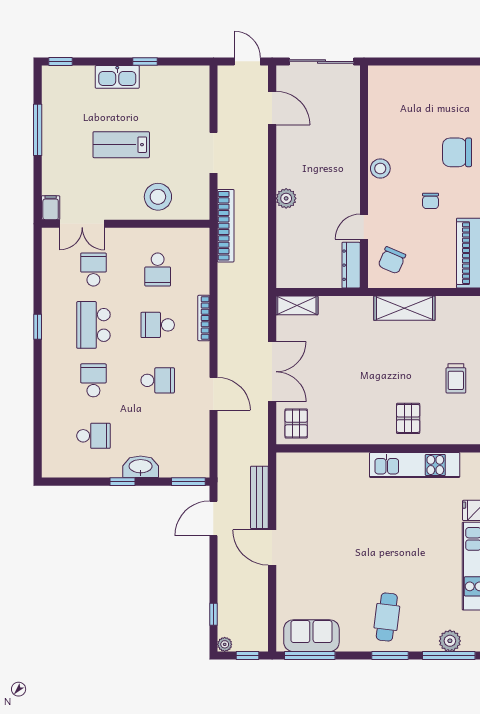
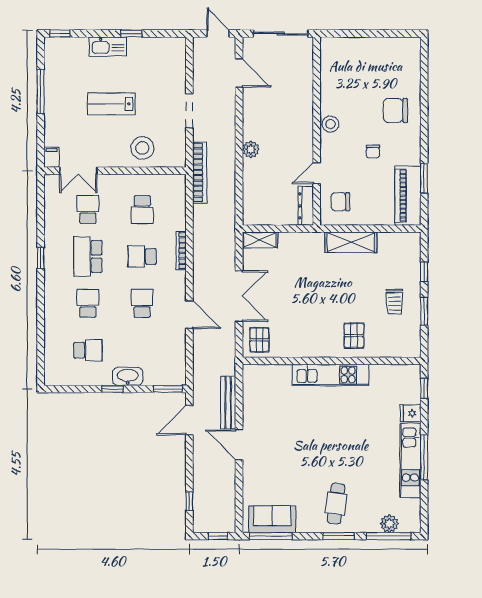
chair: (392, 260) -> (340, 202), turned 67
school desk: (158, 380) -> (142, 303), turned -90
kitchen unit: (415, 465) -> (331, 375), moved
plant: (225, 644) -> (199, 527), removed

